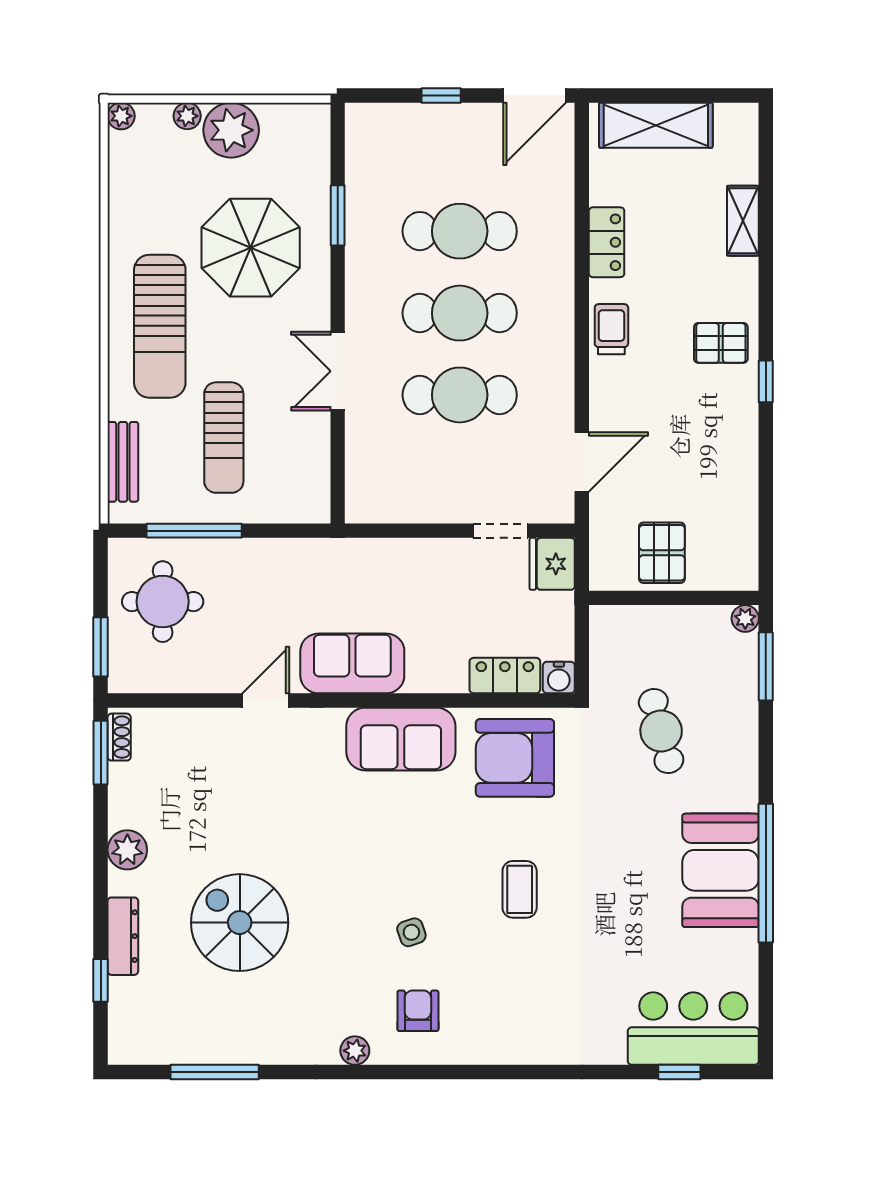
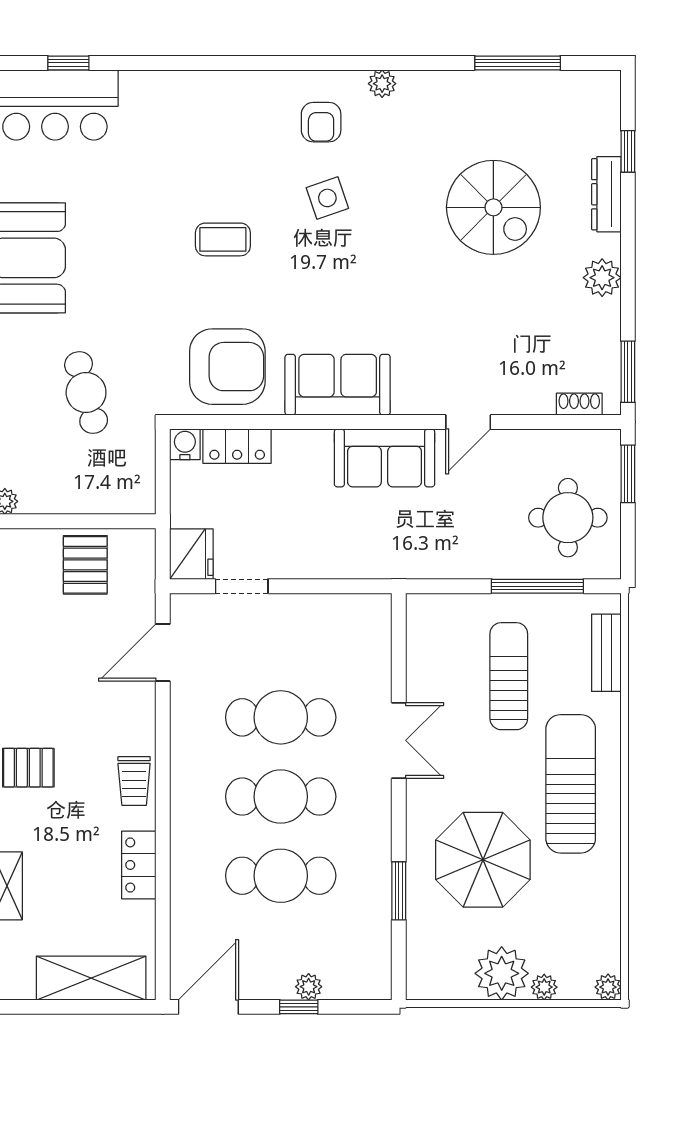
plant: (431, 116) -> (309, 987), added
shoe rack: (119, 737) -> (579, 404), moved, turned 90
coffee table: (520, 889) -> (223, 239), turned 90
side table: (411, 932) -> (327, 198), width x1.37, depth x1.37

